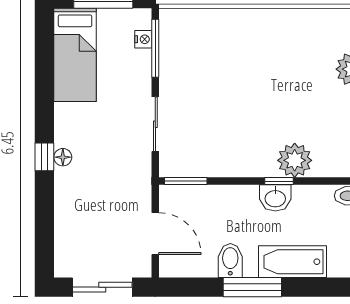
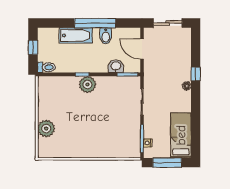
window: (44, 157) -> (196, 74), moved
plant: (295, 160) -> (87, 84), moved
washbasin: (275, 198) -> (116, 66), moved
window: (252, 287) -> (95, 23), width x1.46

